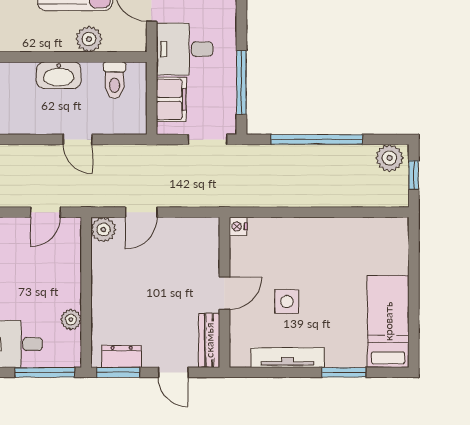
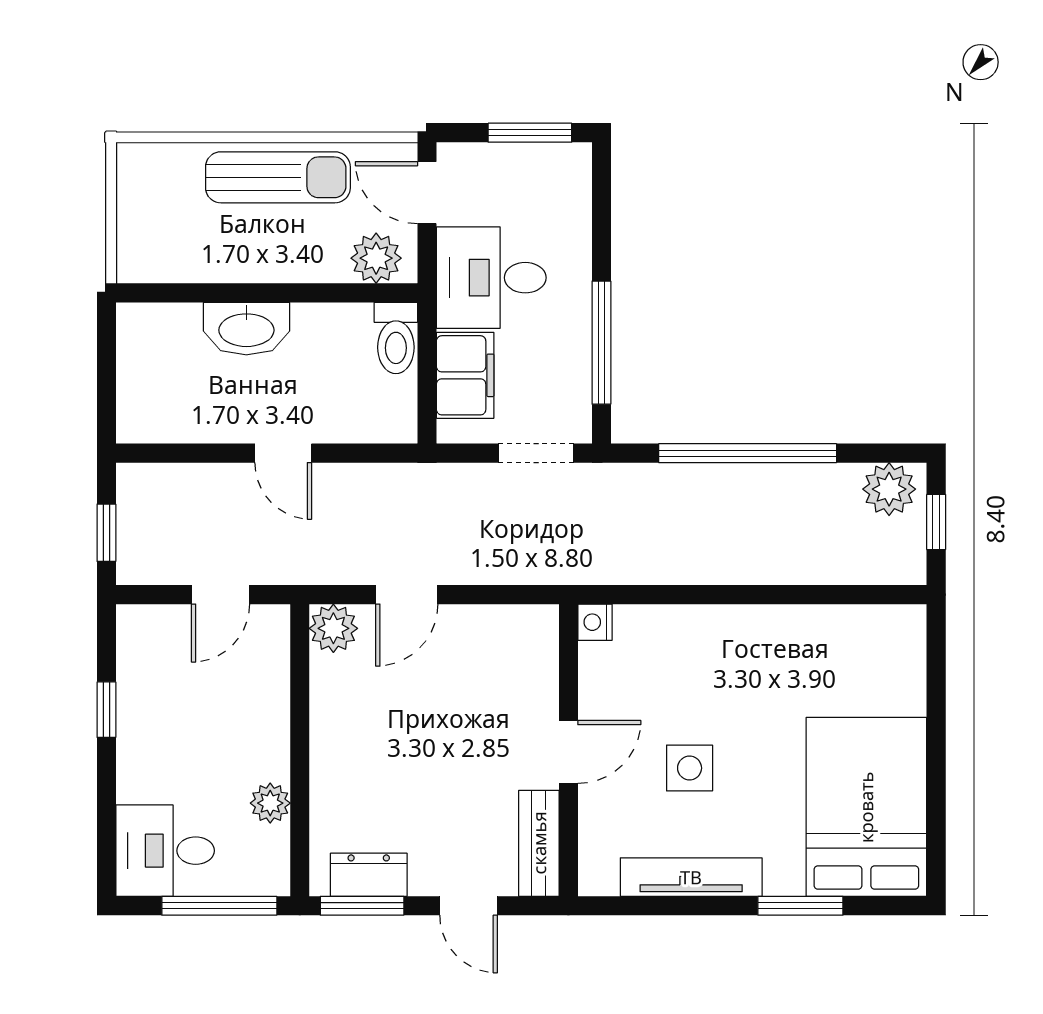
plant: (89, 39) -> (376, 258), moved
toilet: (115, 80) -> (396, 338), moved
bed: (388, 321) -> (866, 807), width x1.50

